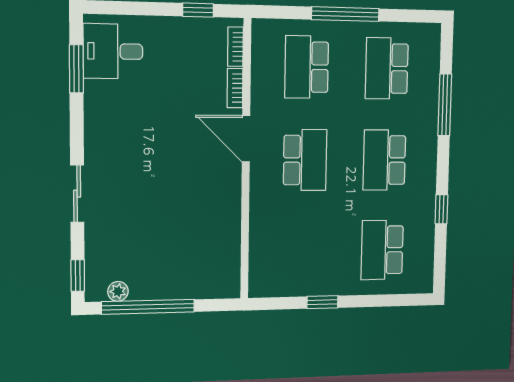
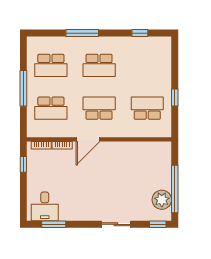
window: (445, 105) -> (82, 33), moved
window: (441, 209) -> (140, 33), moved
school desk: (382, 250) -> (147, 108), moved, turned 180
plant: (118, 291) -> (162, 200), width x1.88, depth x1.88

